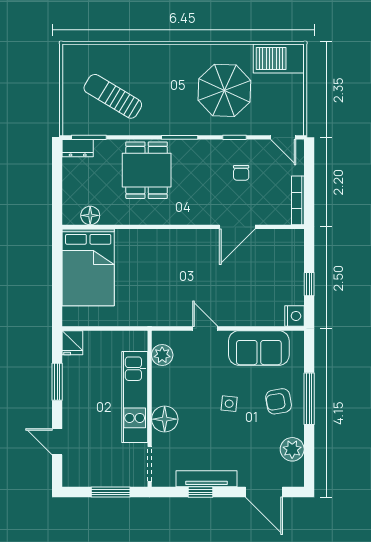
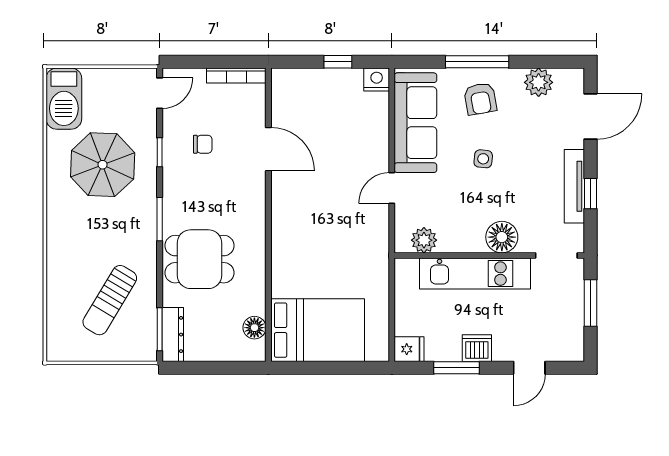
dresser: (78, 148) -> (173, 335), width x1.44
sofa: (259, 348) -> (415, 123), width x1.36
dishwasher: (73, 399) -> (477, 348), added

